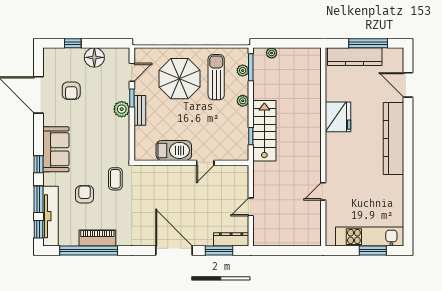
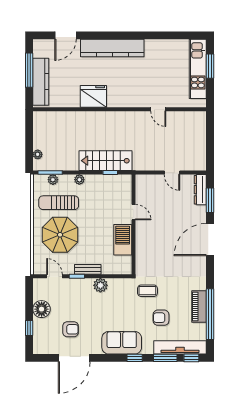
plant: (122, 109) -> (100, 285), moved

